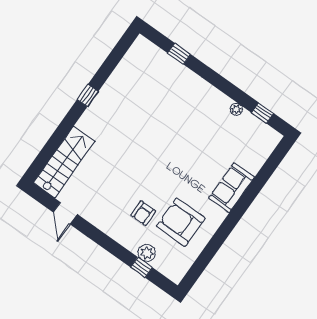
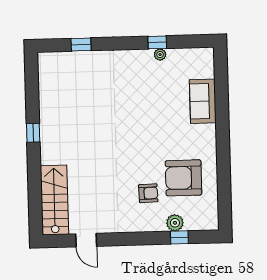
window: (263, 113) -> (157, 42), moved
sofa: (232, 188) -> (203, 101), moved
armchair: (143, 213) -> (148, 193), turned -92

